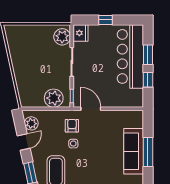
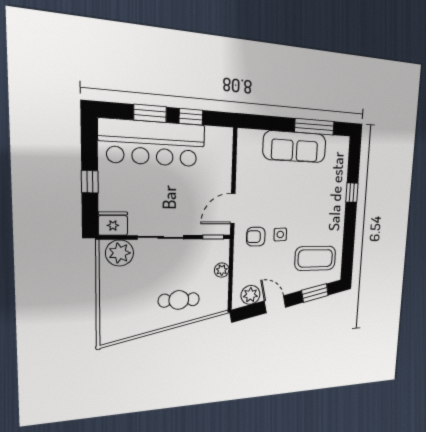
cafe table: (30, 74) -> (179, 300), added
plant: (54, 98) -> (222, 270), width x0.53, depth x0.53
window: (148, 152) -> (314, 127), moved

